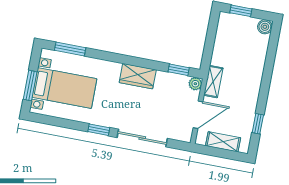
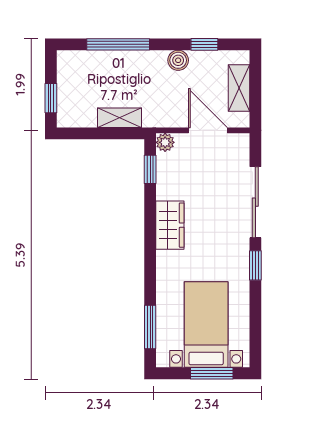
boiler: (265, 27) -> (178, 60), moved
window: (269, 64) -> (118, 44), added
shelving: (213, 82) -> (119, 118), moved

